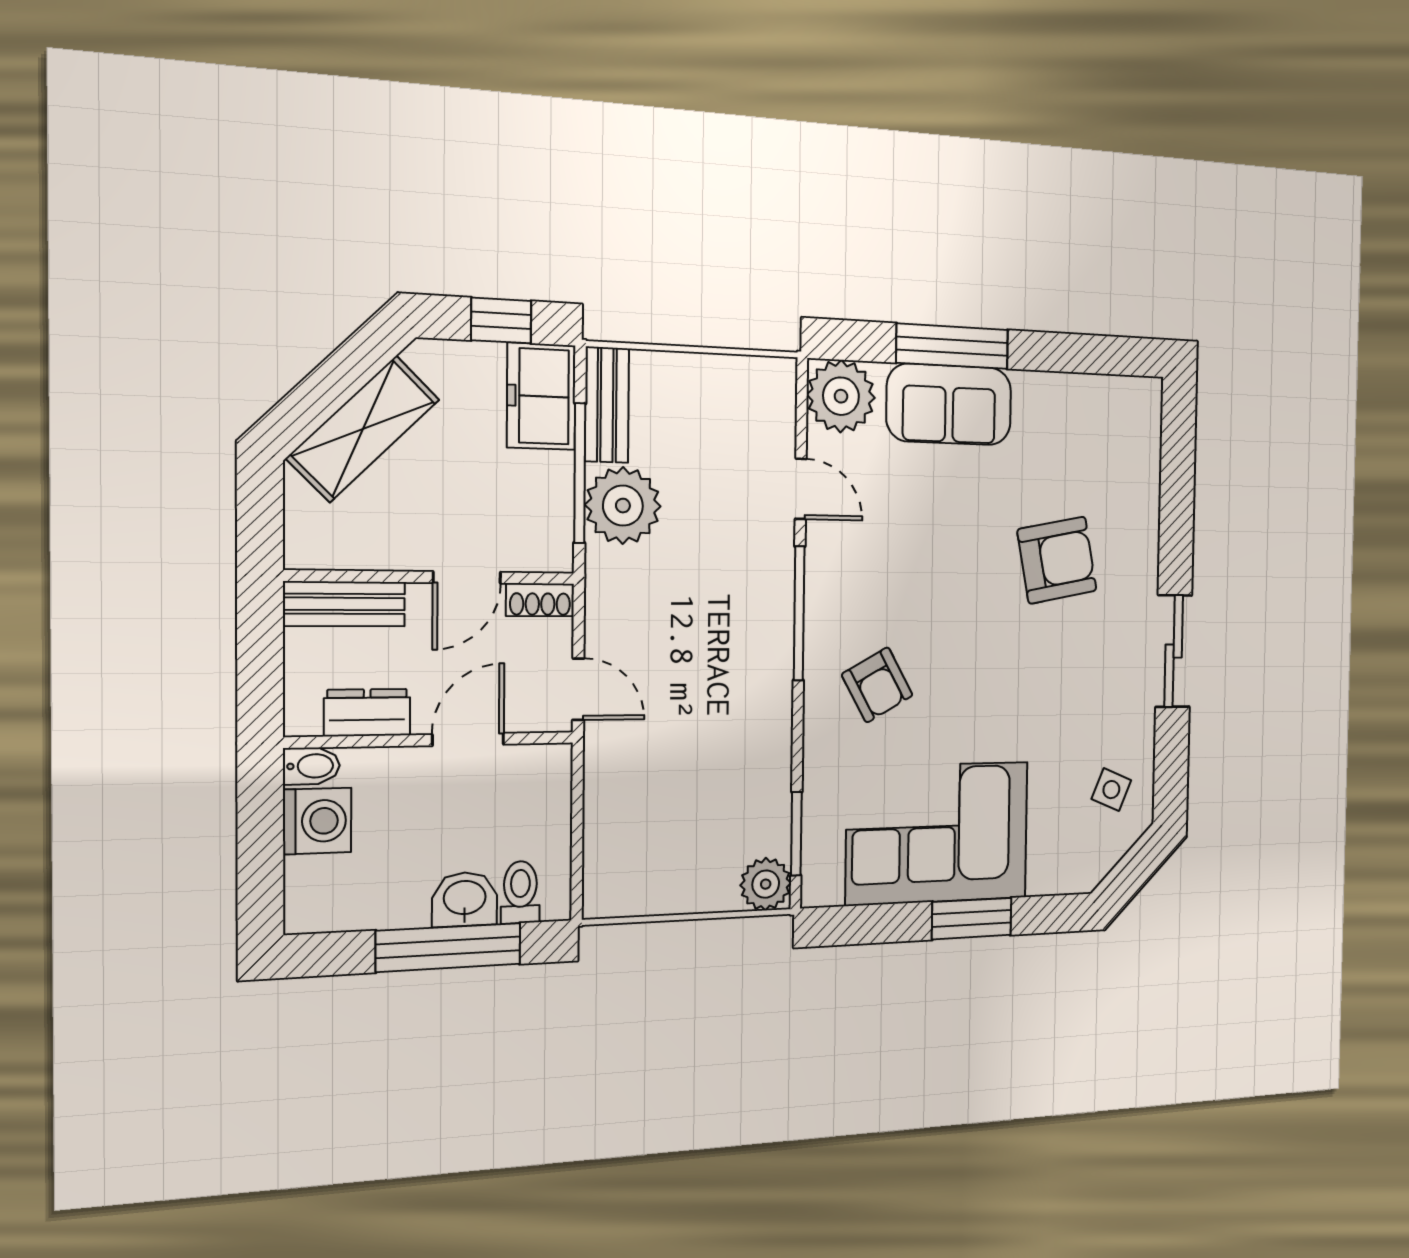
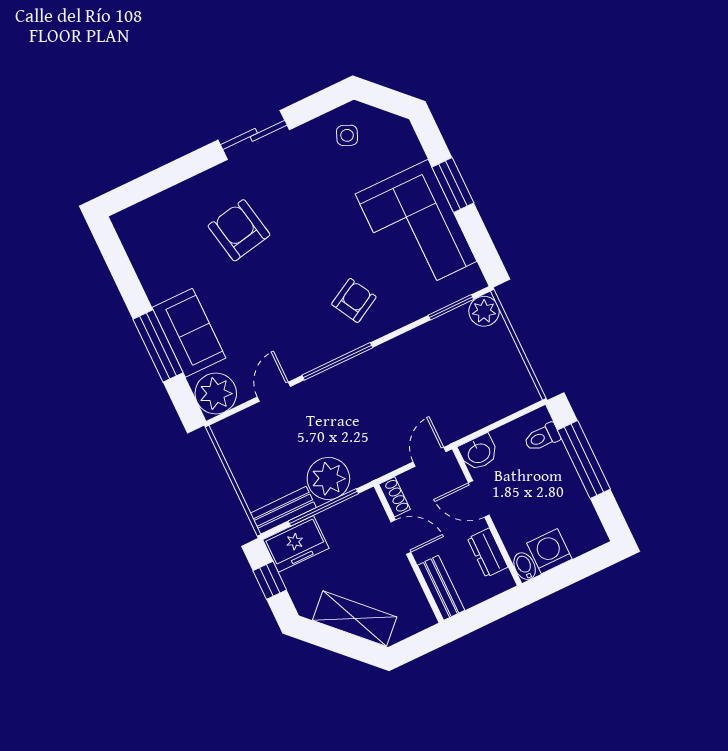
washbasin: (465, 899) -> (479, 453), moved, turned -90

